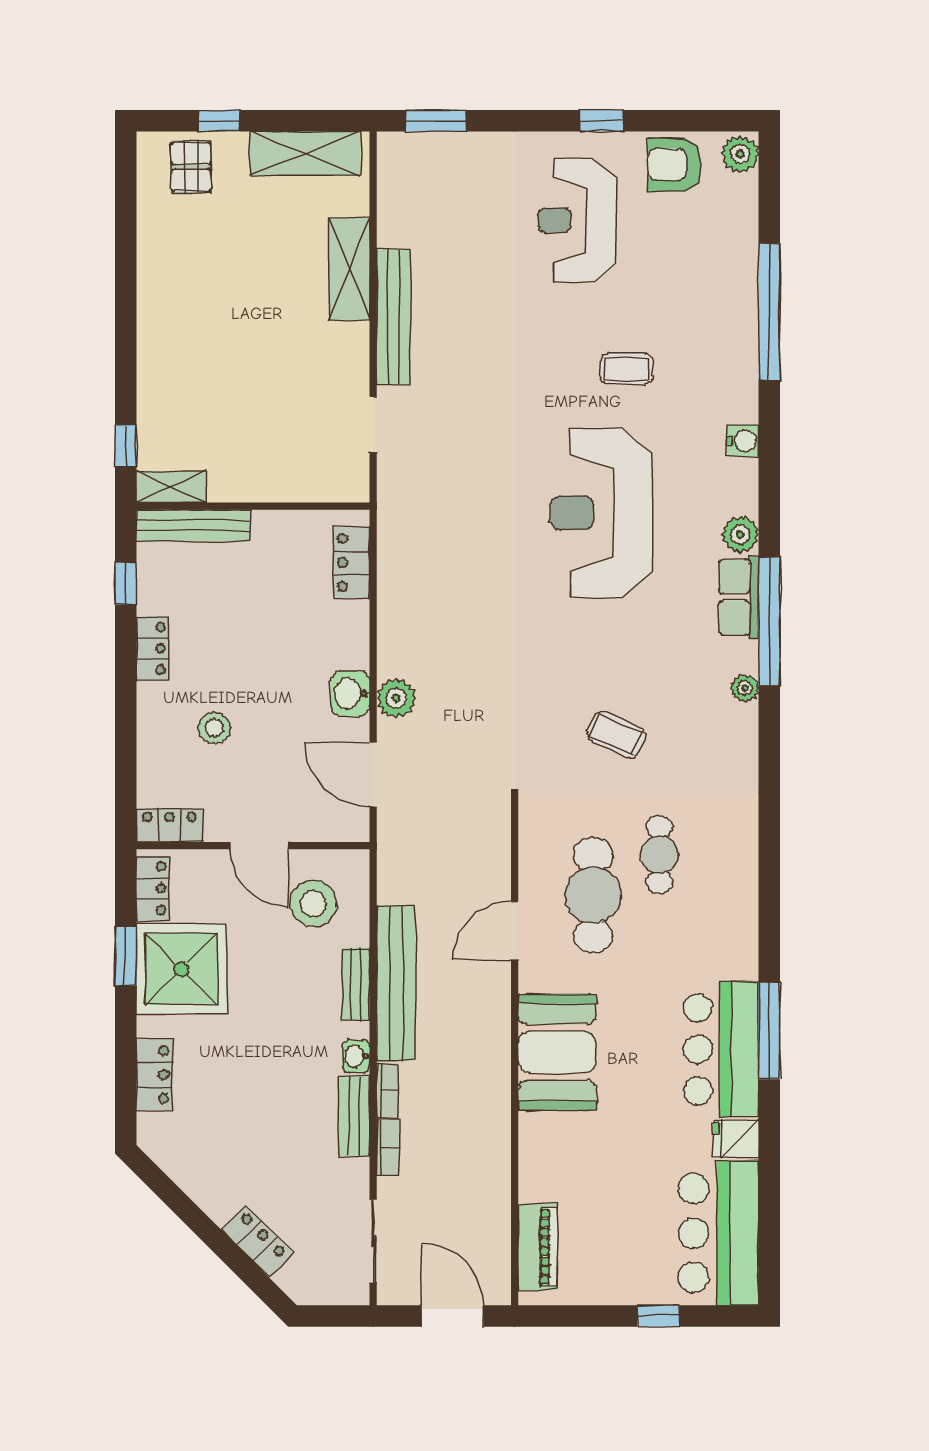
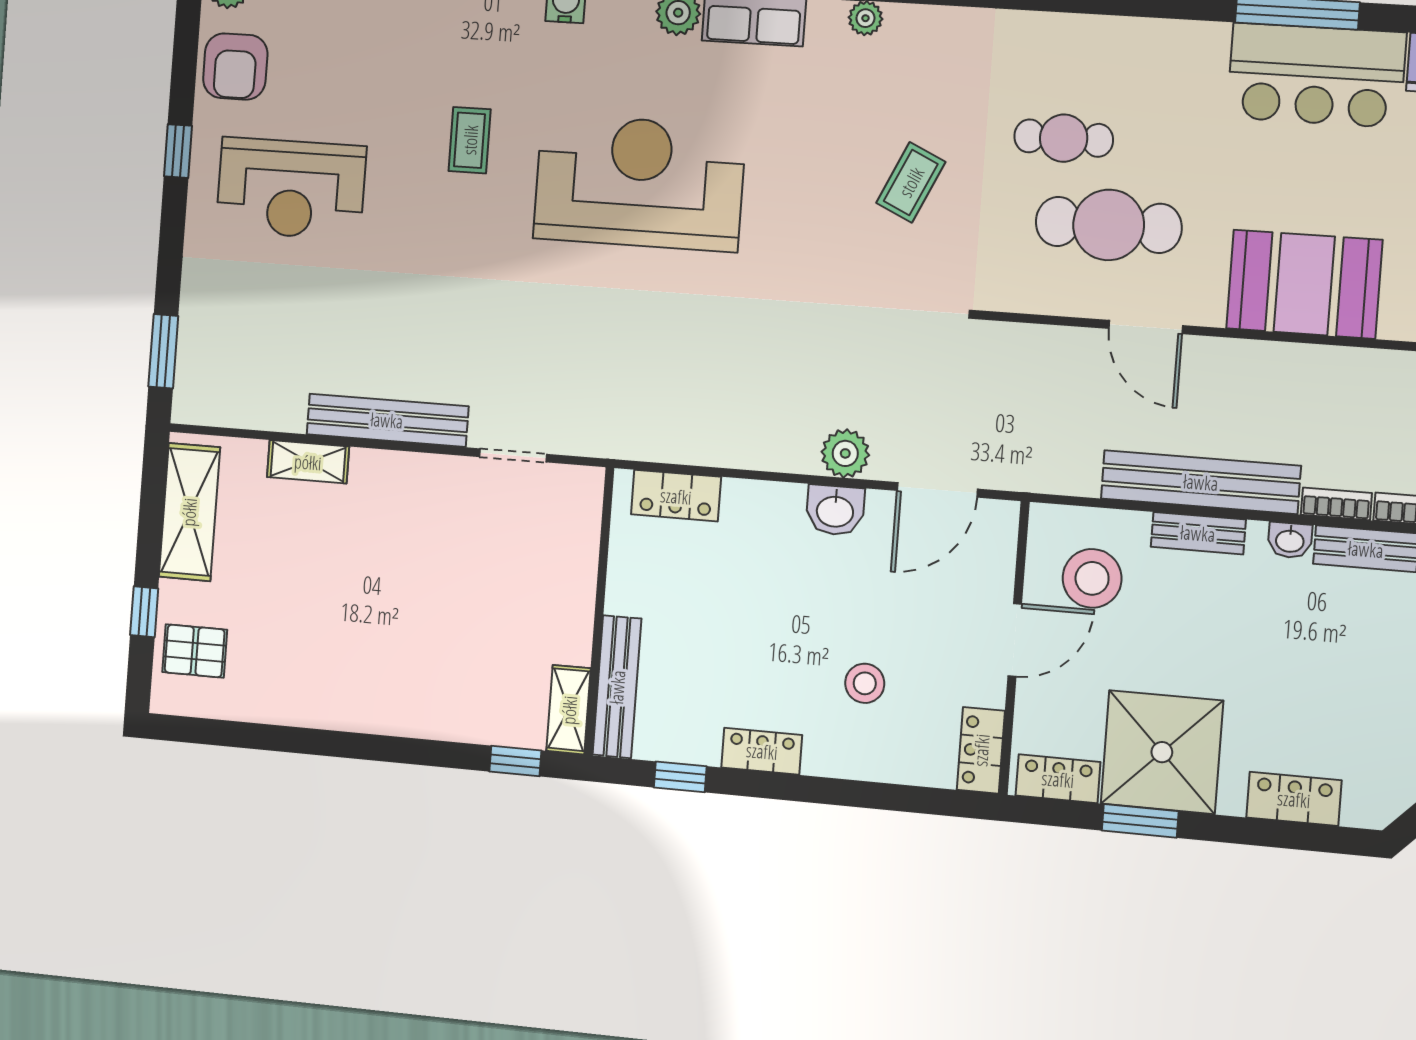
shelving: (349, 269) -> (308, 462), width x0.67, depth x0.75
reception desk: (601, 513) -> (639, 183), turned 180

